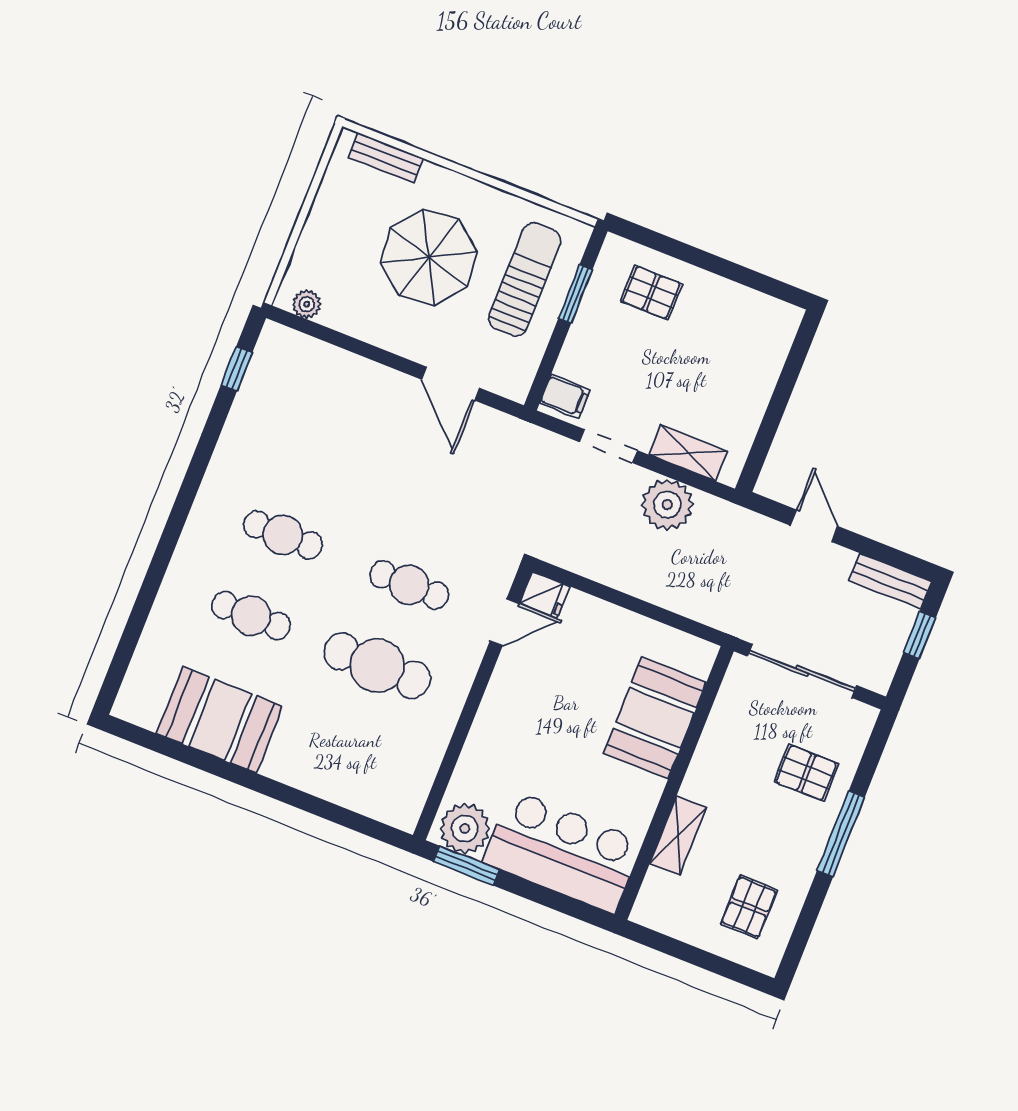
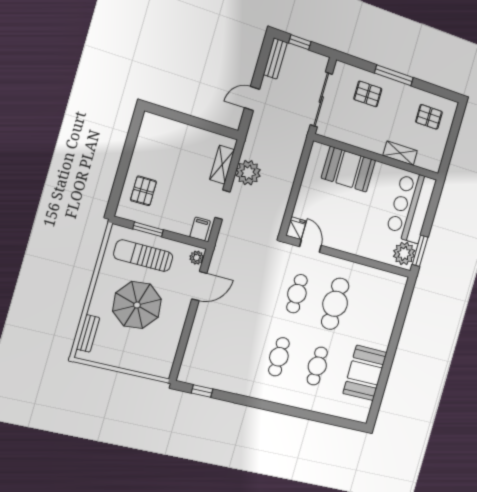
plant: (307, 304) -> (197, 258), moved
pallet: (806, 773) -> (368, 94), turned 90

